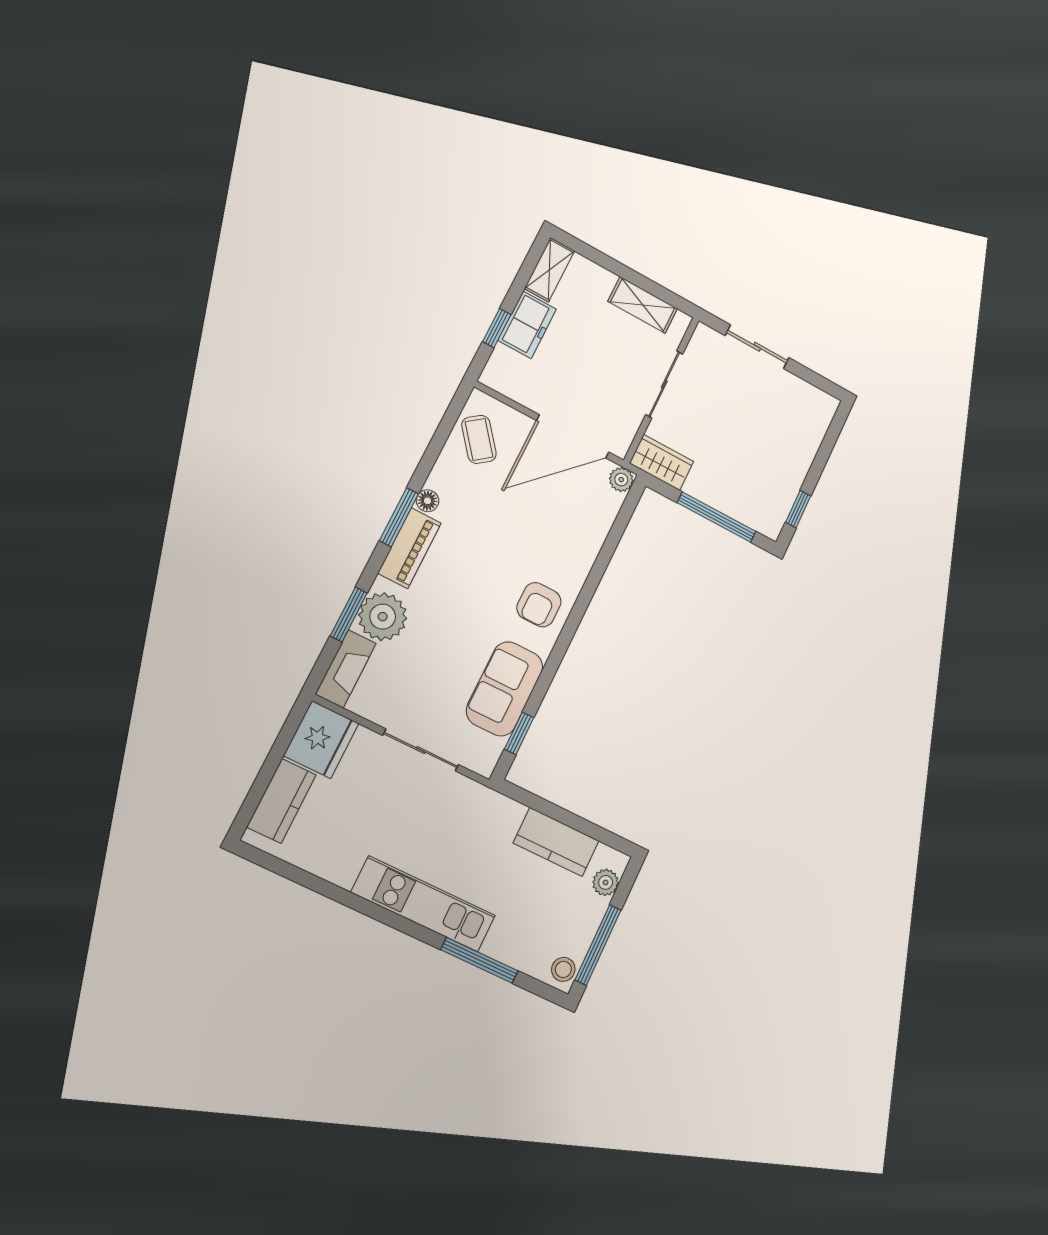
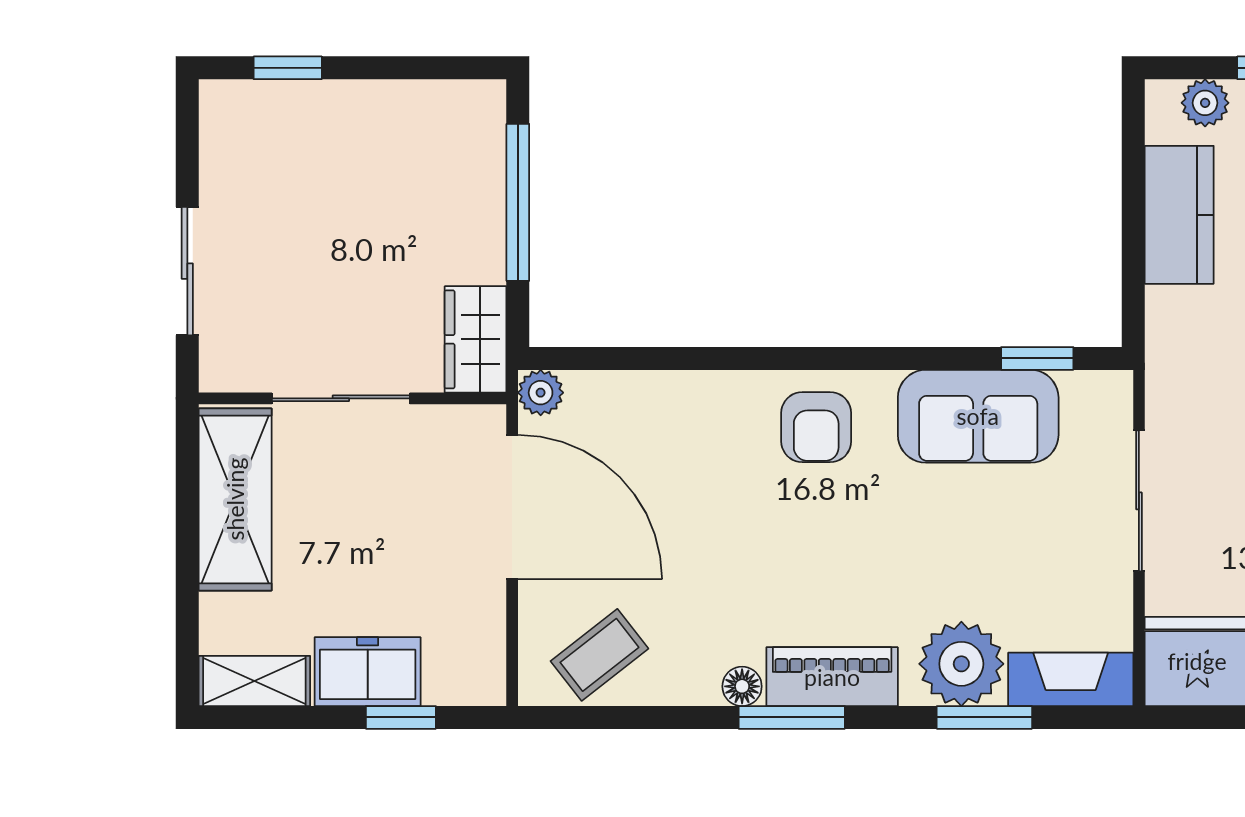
shelving: (643, 305) -> (235, 499), width x1.50, depth x1.33
window: (798, 509) -> (288, 68), moved
armchair: (539, 605) -> (816, 427), turned 90

